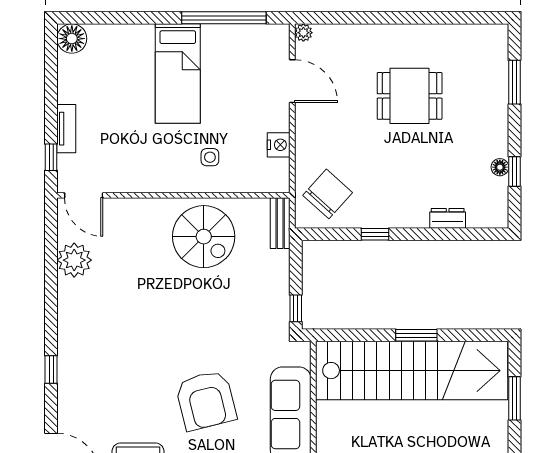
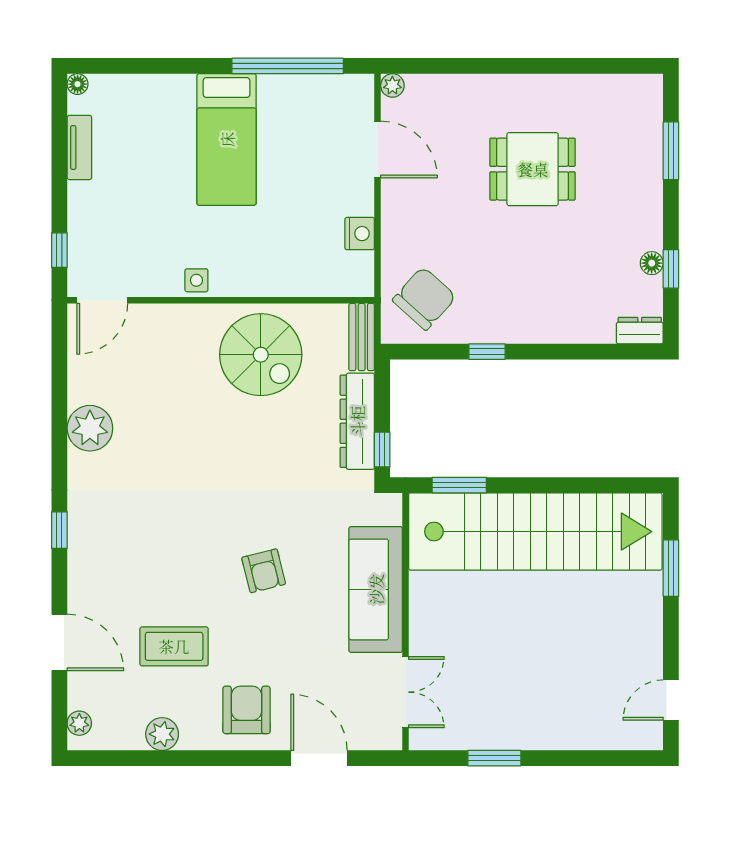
floor lamp: (72, 39) -> (78, 84), width x0.53, depth x0.53
tv unit: (66, 129) -> (79, 147), moved
side table: (210, 157) -> (196, 280), moved
door: (84, 195) -> (102, 300), hinge flipped
dresser: (448, 218) -> (640, 331), moved
plant: (74, 260) -> (90, 428), moved
dresser: (277, 287) -> (357, 421), added
window: (416, 335) -> (459, 485), moved
armchair: (206, 400) -> (264, 571), width x0.53, depth x0.53

